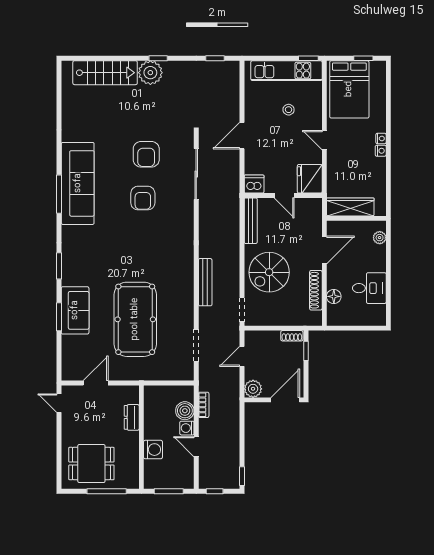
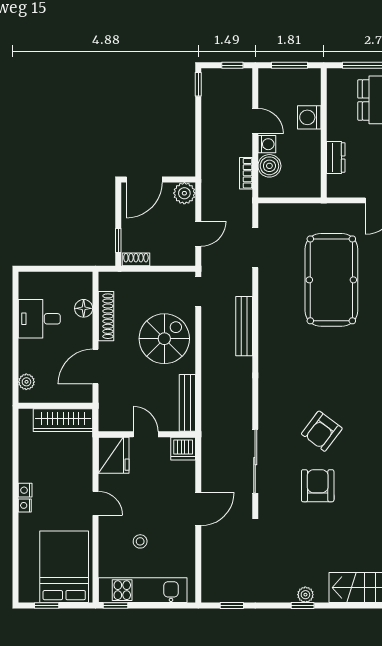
plant: (150, 73) -> (305, 595), width x0.53, depth x0.53
armchair: (143, 198) -> (322, 431), turned -143

